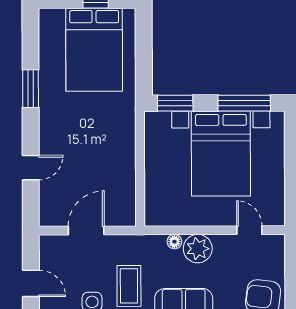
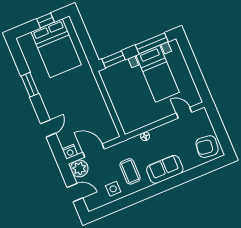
bed with nightstands: (221, 154) -> (158, 74), width x0.73
nightstand: (49, 217) -> (70, 152), added
door: (86, 231) -> (93, 151), hinge flipped
plant: (198, 249) -> (79, 168), moved

